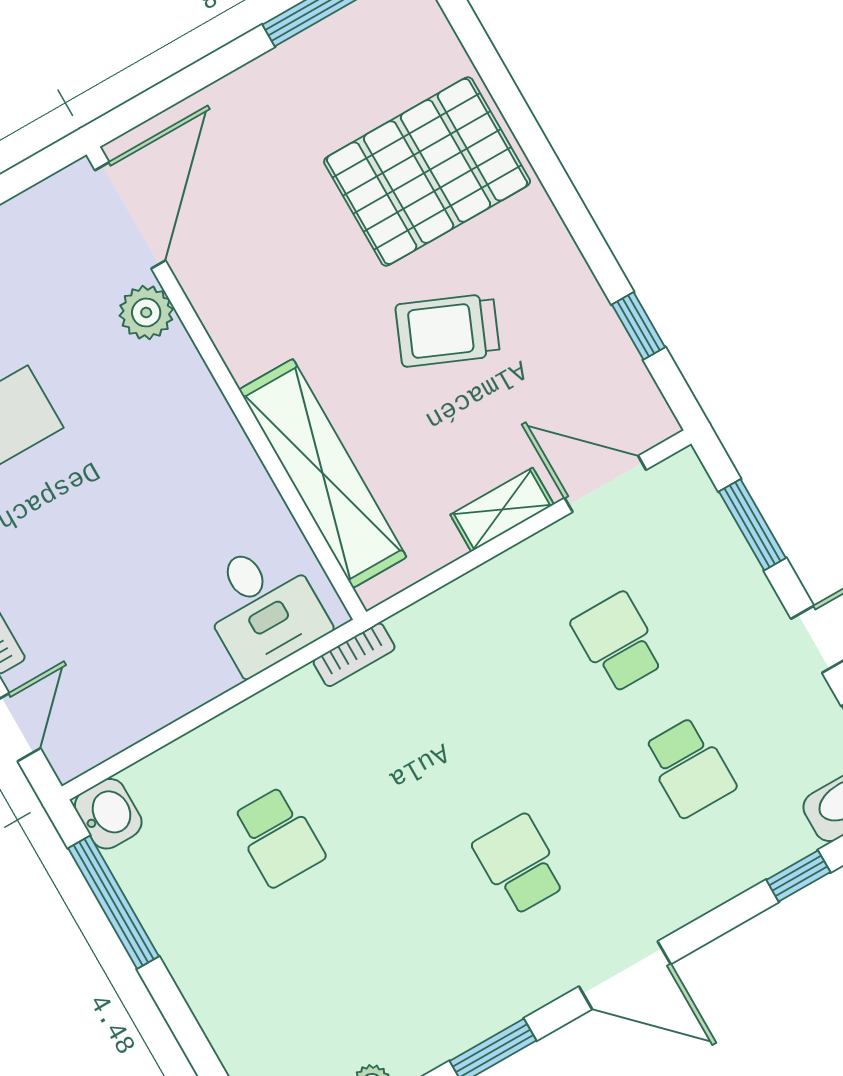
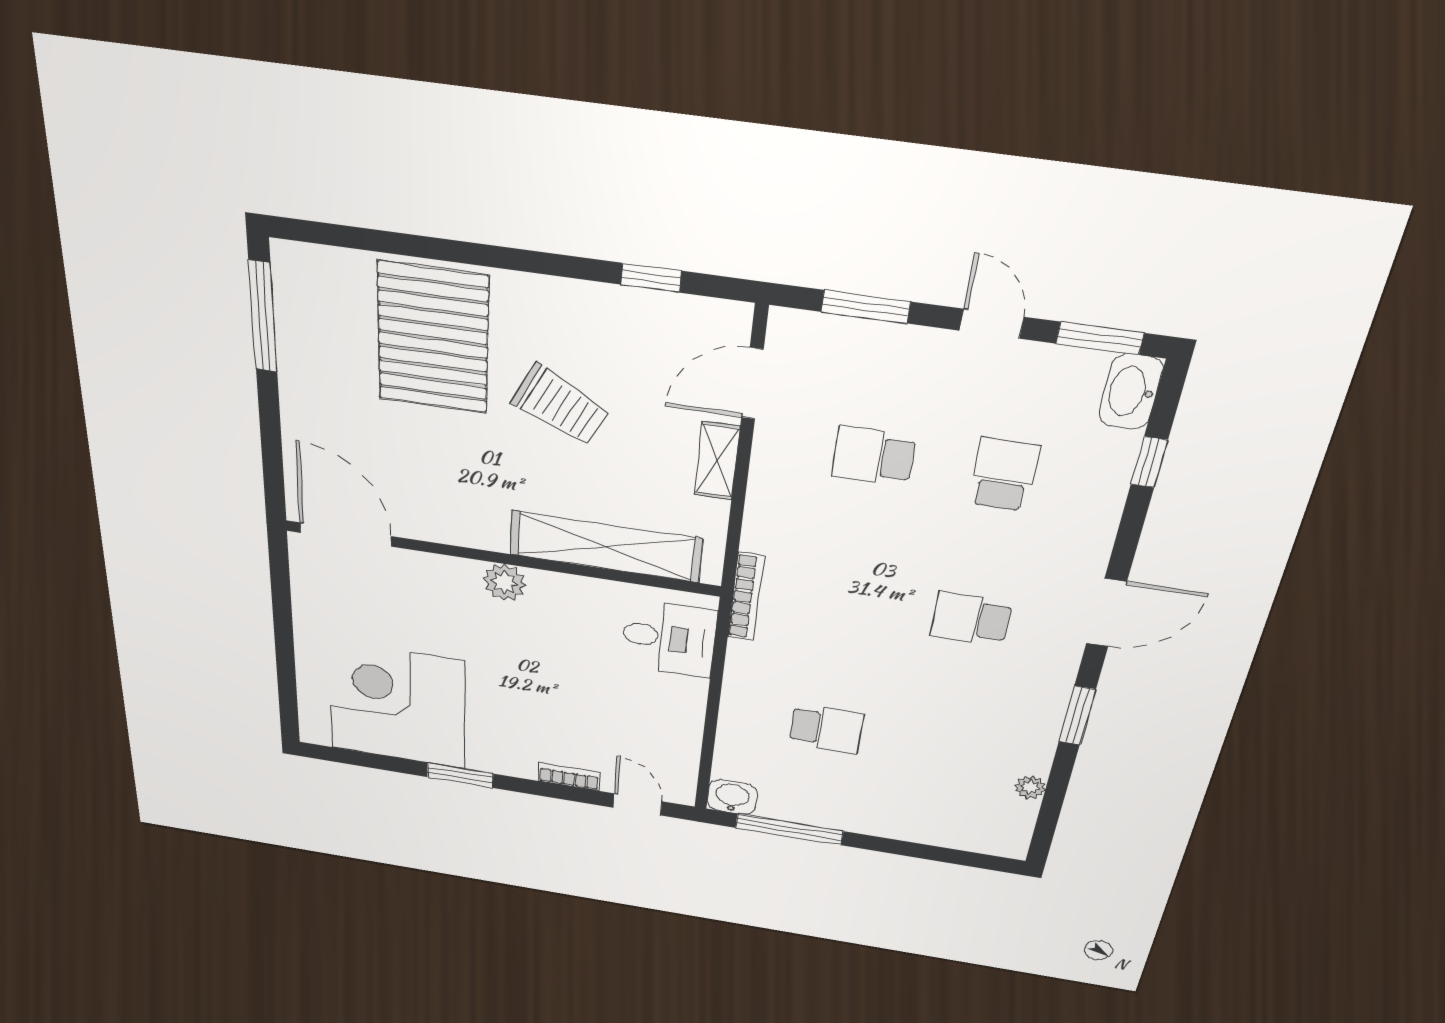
plant: (146, 313) -> (504, 582), moved
trolley: (448, 330) -> (561, 405), turned -86
bookcase: (354, 655) -> (746, 597), width x1.56
school desk: (689, 767) -> (1004, 475), turned -90

